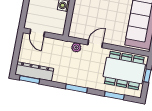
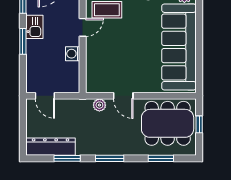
door: (95, 44) -> (123, 96), swing flipped
window: (30, 80) -> (67, 158), moved

